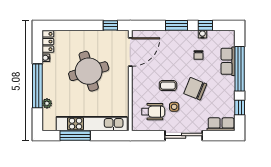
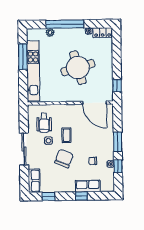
window: (240, 69) -> (81, 196), width x0.32

